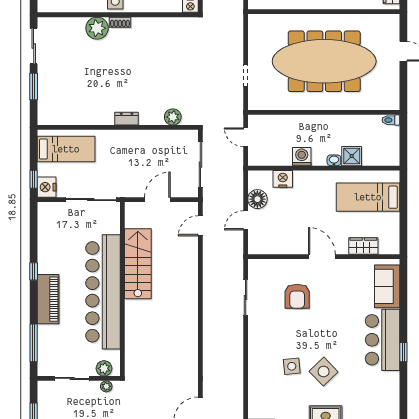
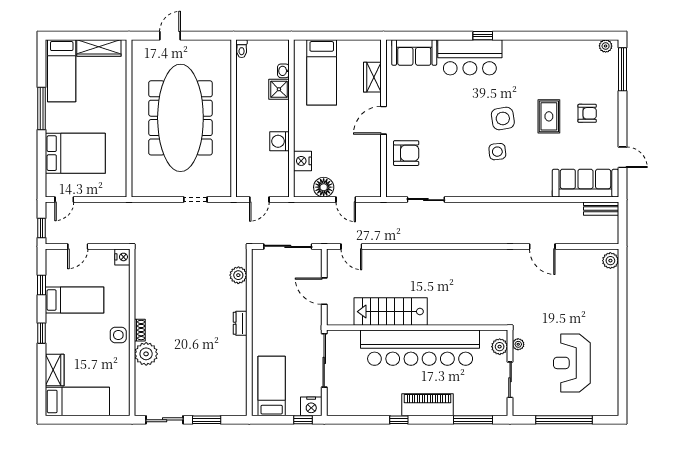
washbasin: (334, 160) -> (283, 71), moved
armchair: (297, 296) -> (406, 153), moved
side table: (324, 372) -> (503, 118), turned 35

